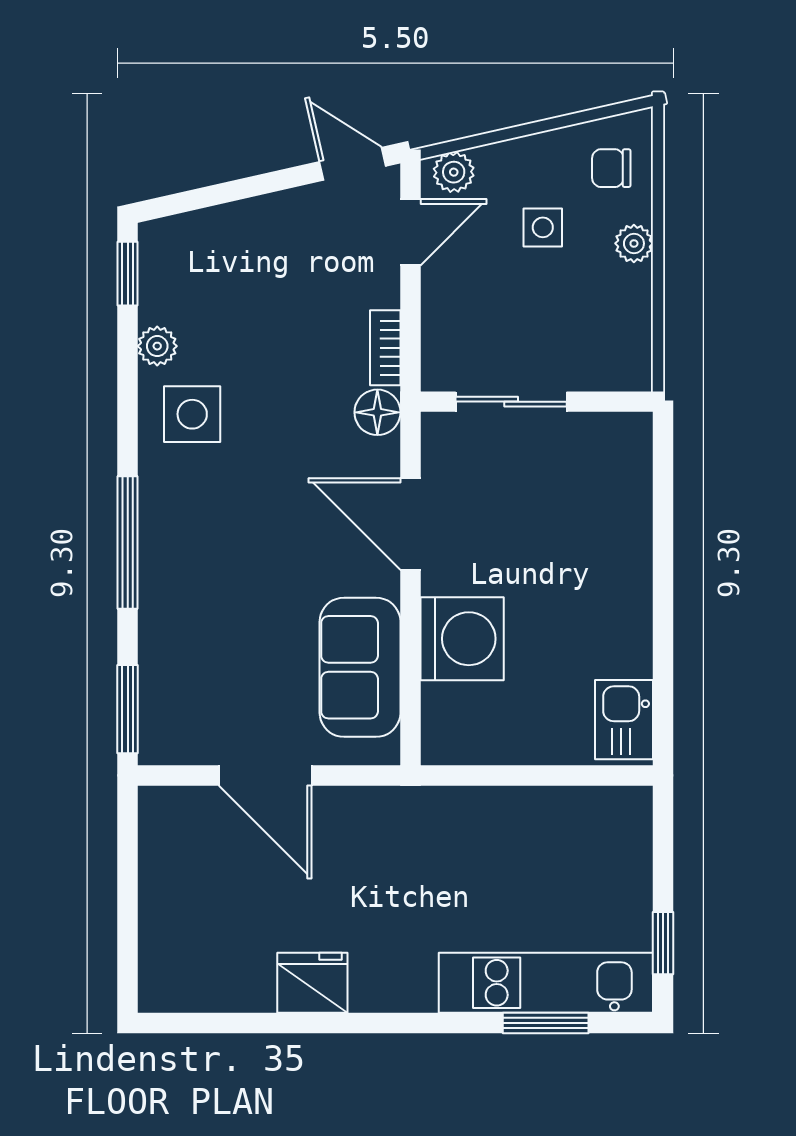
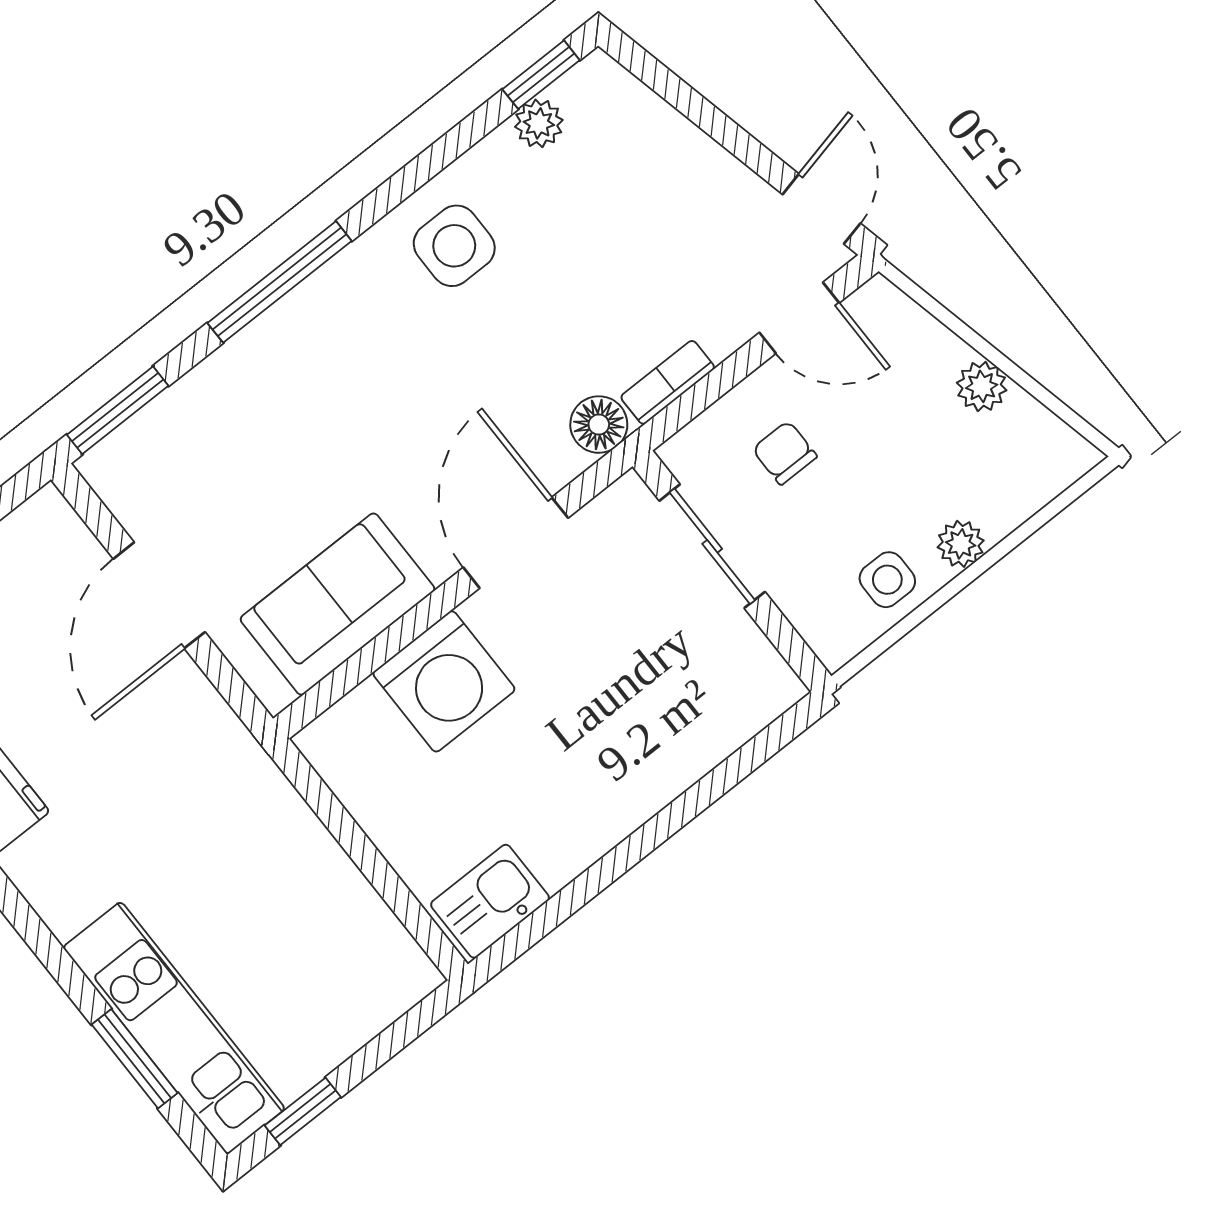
chair: (611, 168) -> (785, 453), moved
plant: (454, 172) -> (982, 386), moved
side table: (543, 227) -> (887, 580), moved
plant: (157, 346) -> (539, 123), moved

